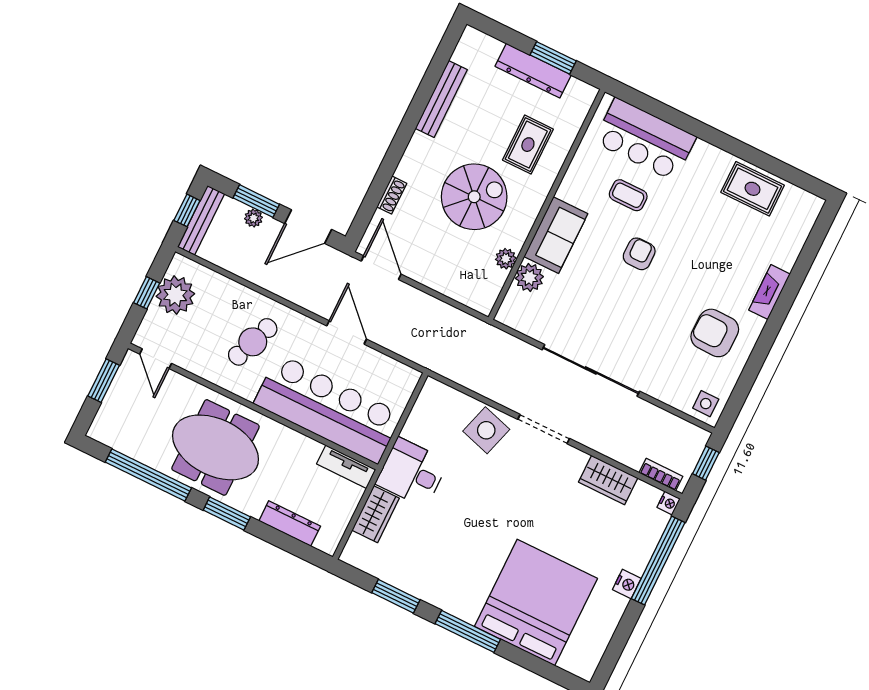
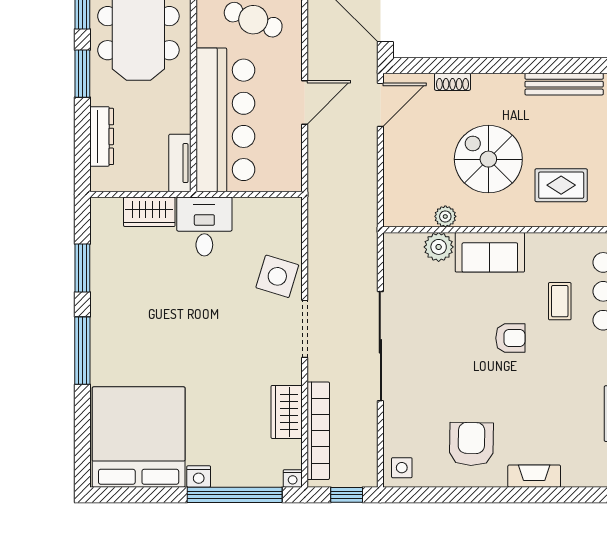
spiral stairs: (474, 197) -> (488, 159), turned 180
bookcase: (661, 475) -> (318, 431), width x2.31, depth x1.31
bed: (536, 602) -> (139, 437), moved, turned -90

